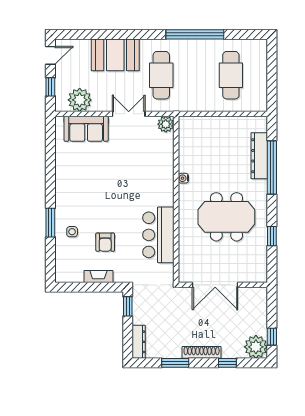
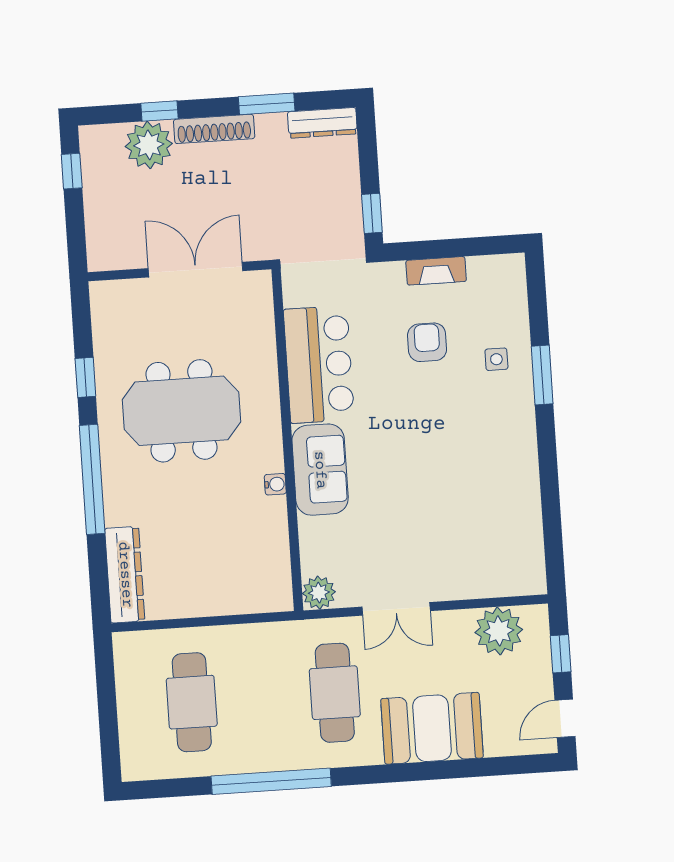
sofa: (86, 129) -> (320, 470), moved, turned 90
dresser: (259, 156) -> (125, 575), moved
window: (272, 167) -> (92, 479), moved
dresser: (139, 342) -> (322, 123), moved, turned -90
plant: (256, 347) -> (149, 145), moved

